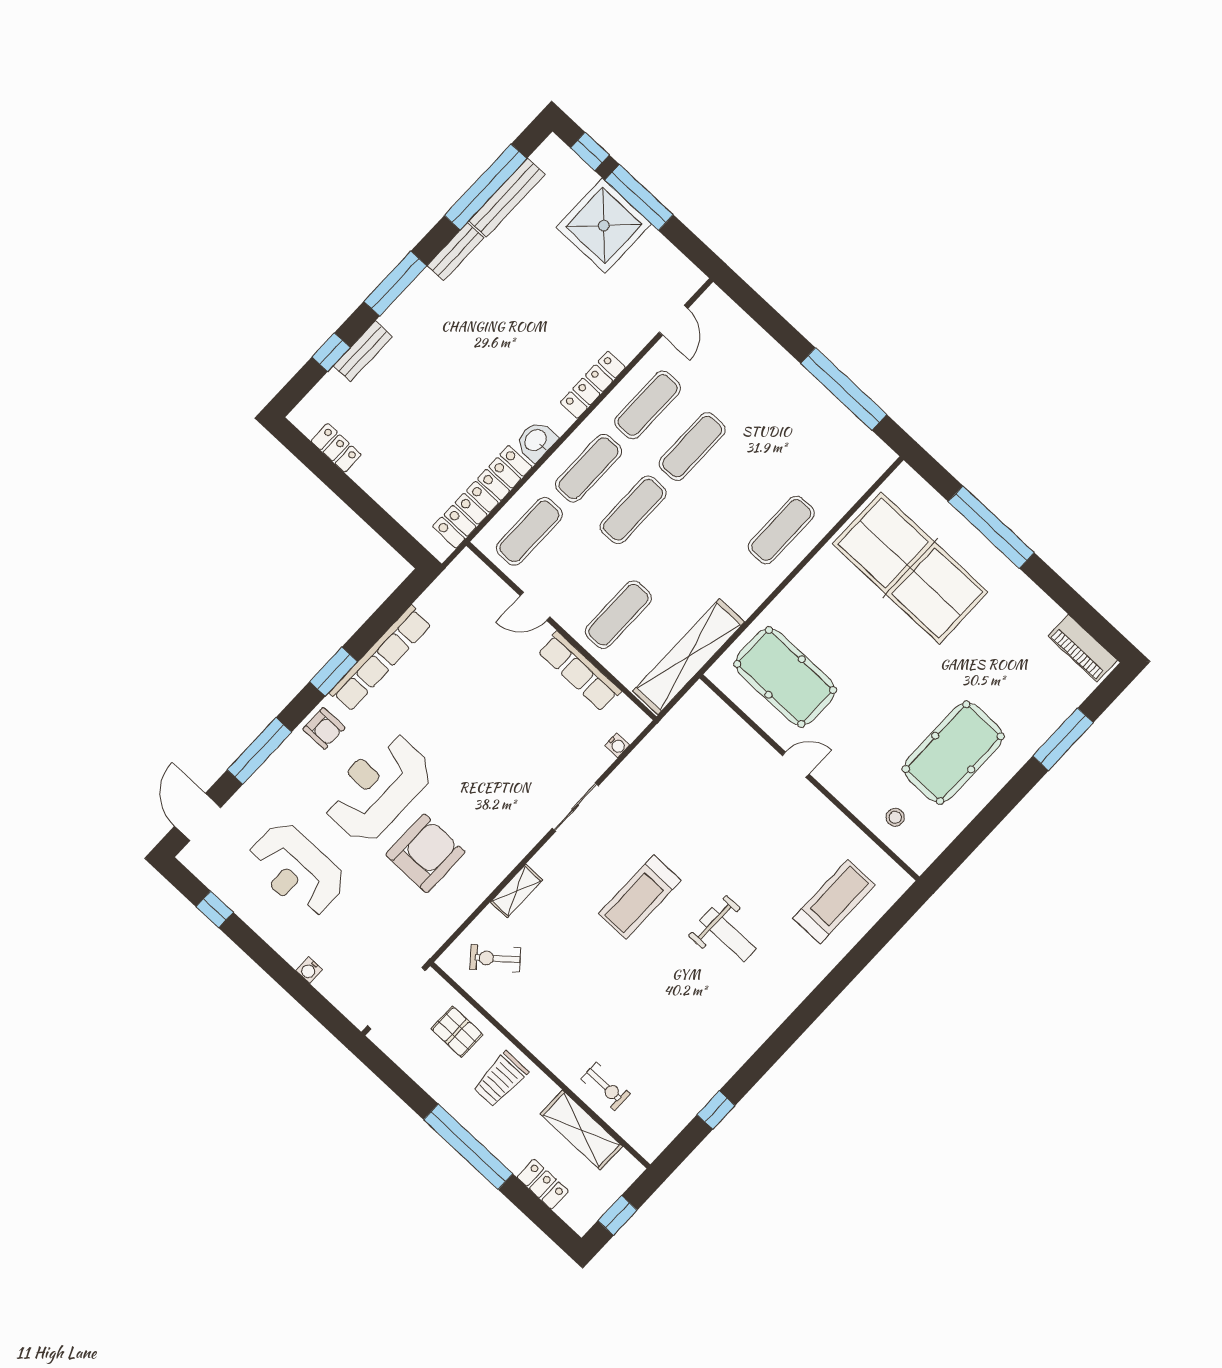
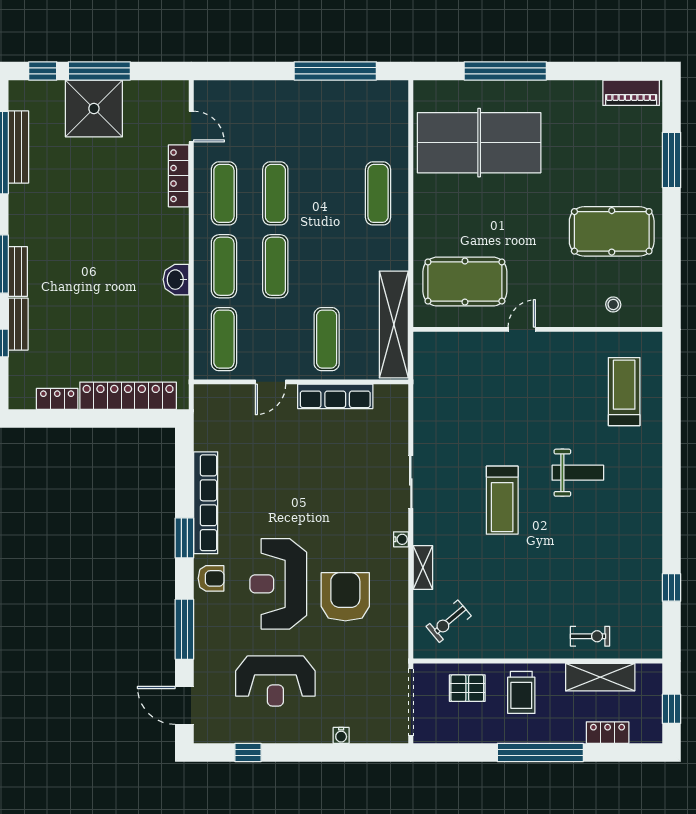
bench: (455, 252) -> (18, 271), moved
locker: (593, 385) -> (179, 176), moved
locker: (482, 497) -> (128, 396), moved, turned 90
water cooler: (617, 745) -> (401, 539), moved
pool table: (953, 753) -> (612, 231), turned 90

